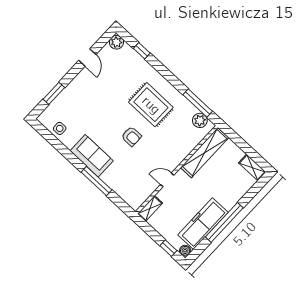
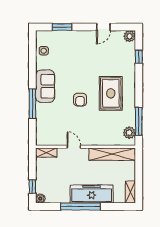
freezer: (203, 224) -> (92, 194), moved

